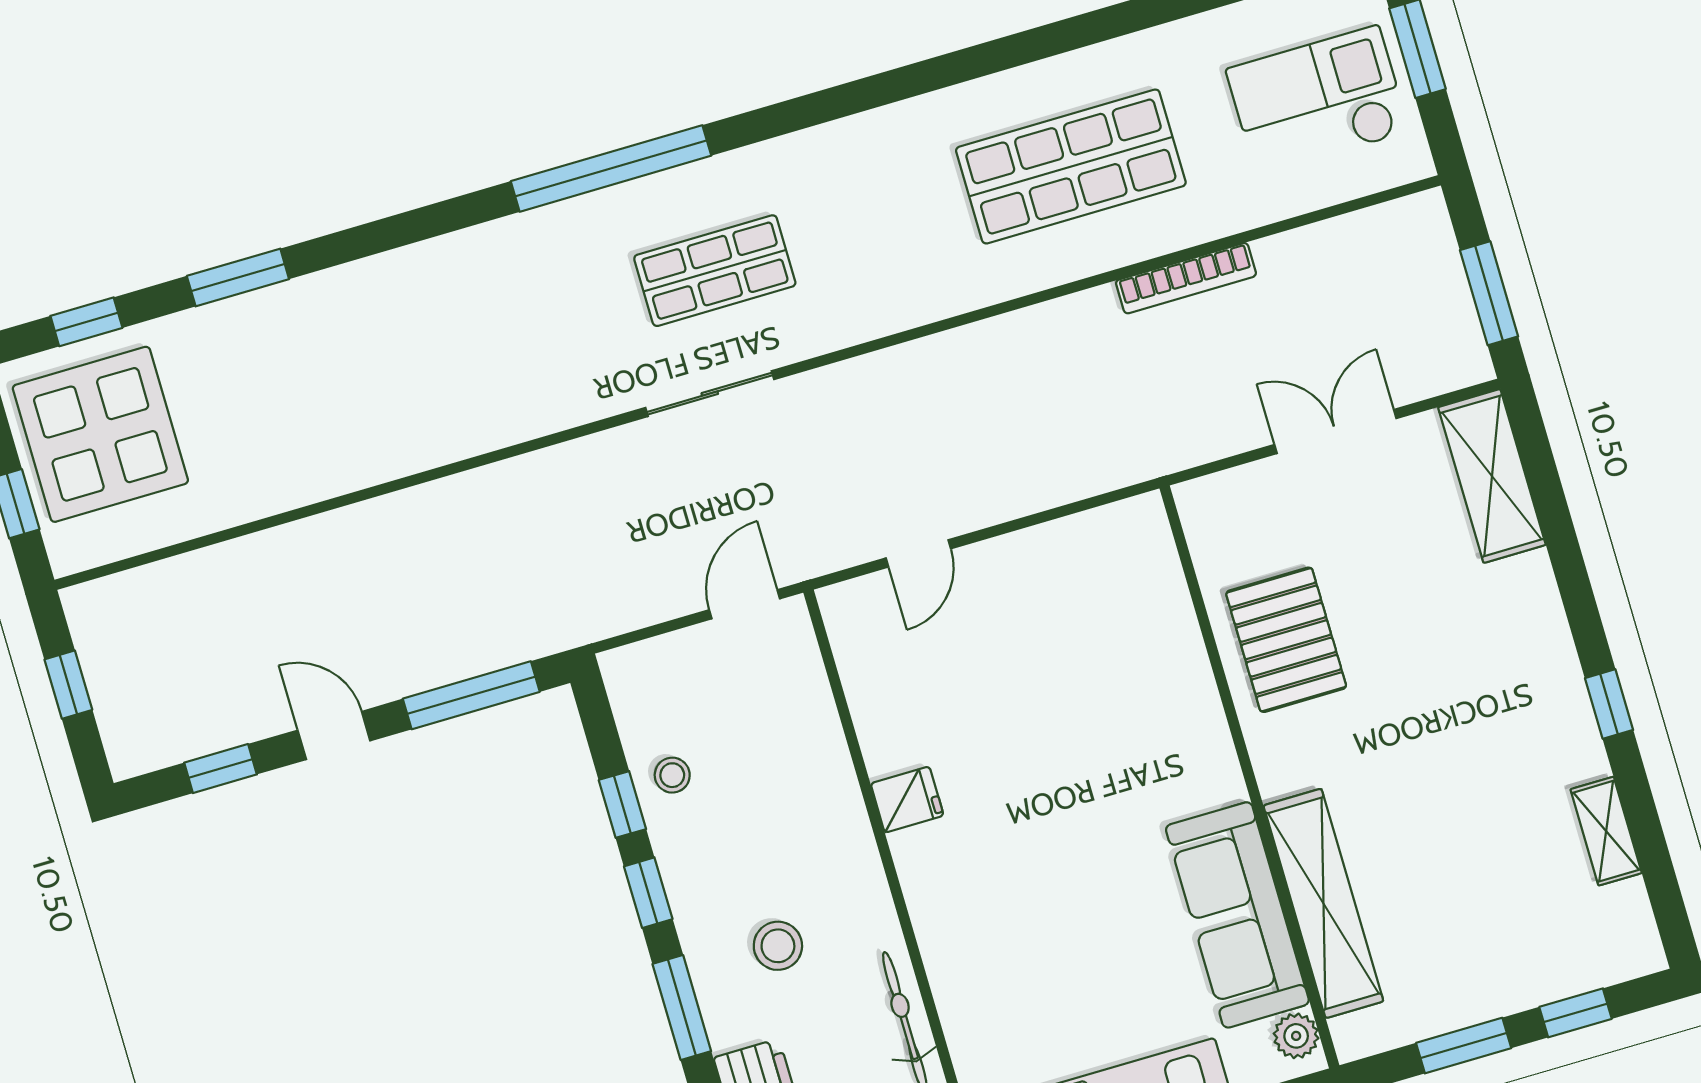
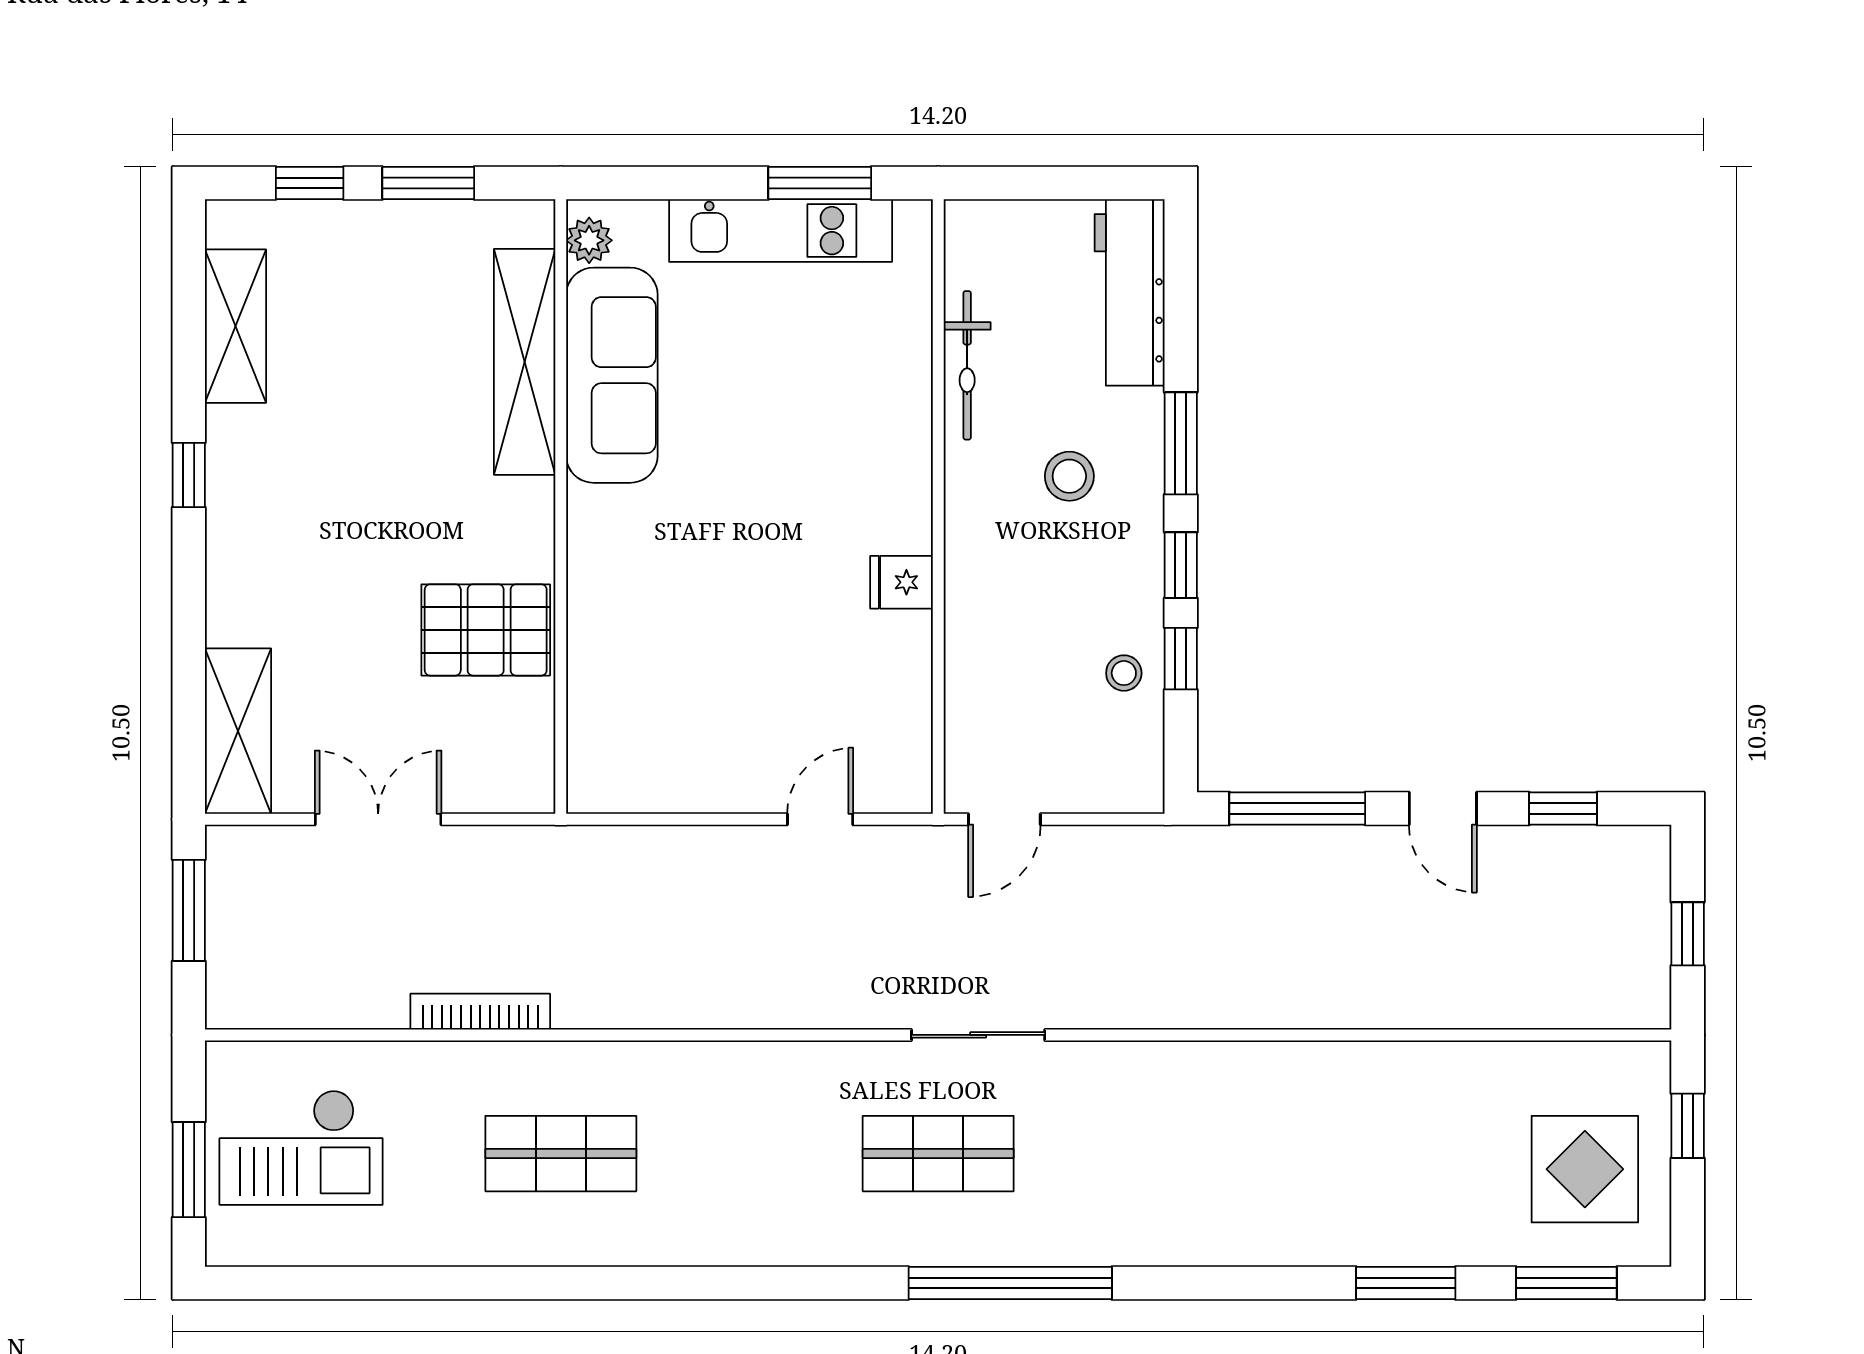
shop shelf: (1071, 167) -> (561, 1154), width x0.70, depth x0.74
window: (86, 322) -> (1566, 1283), width x1.50
double door: (1335, 432) -> (378, 819), swing flipped
display table: (100, 434) -> (1585, 1169), width x0.73, depth x0.73
pallet: (1286, 640) -> (486, 630), turned 90
shelving: (1606, 831) -> (236, 326), width x1.50, depth x1.33

